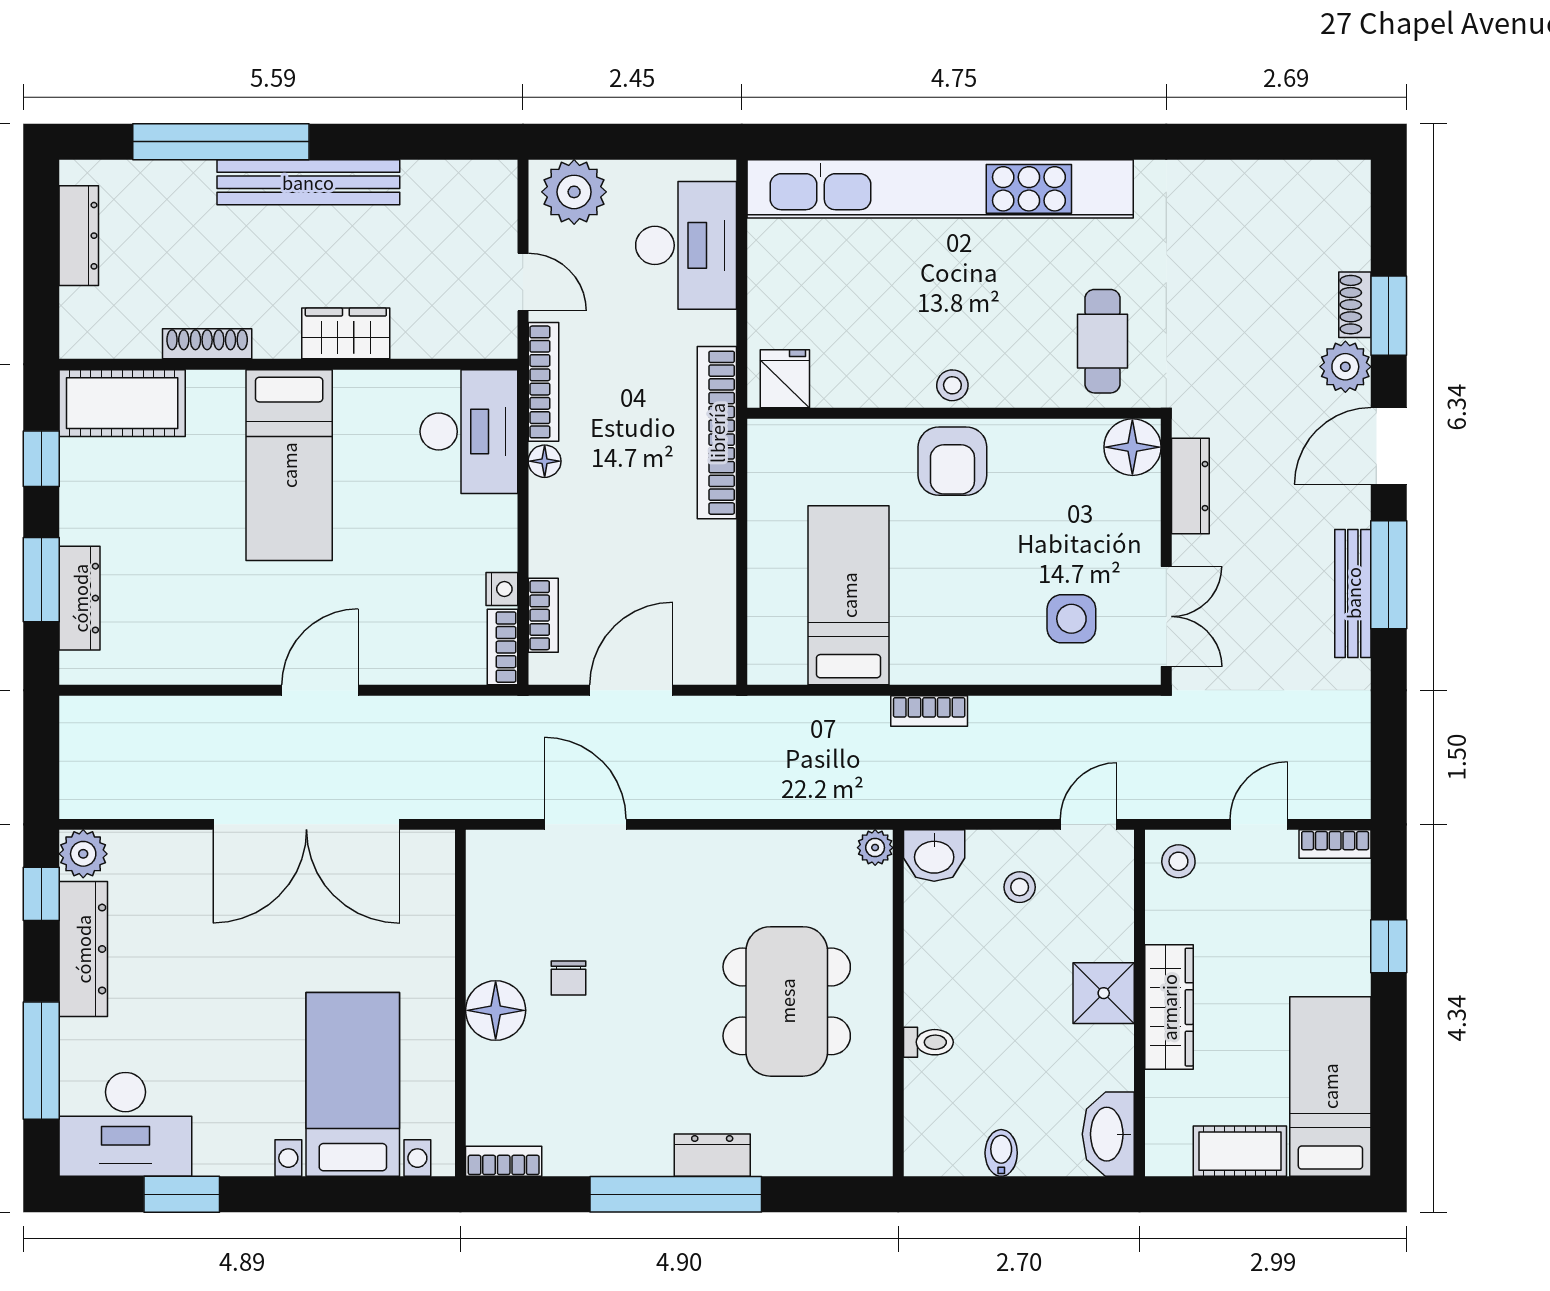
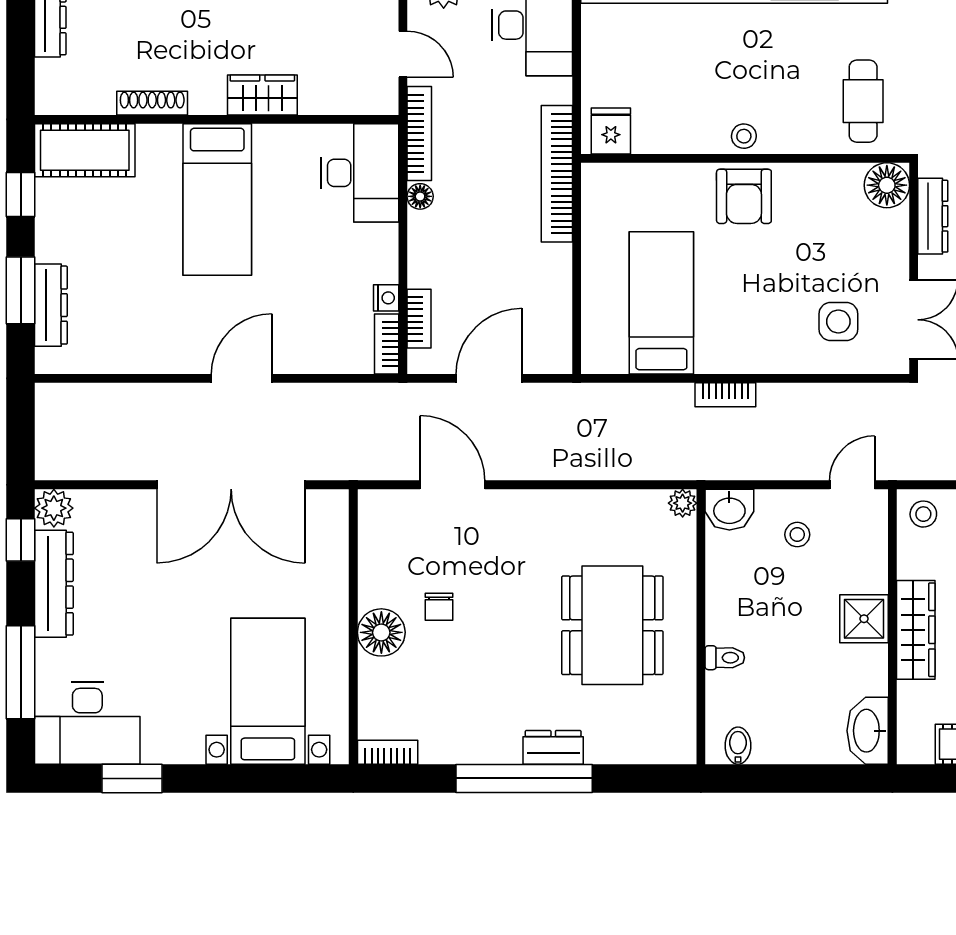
bidet: (1001, 1153) -> (738, 746), moved

